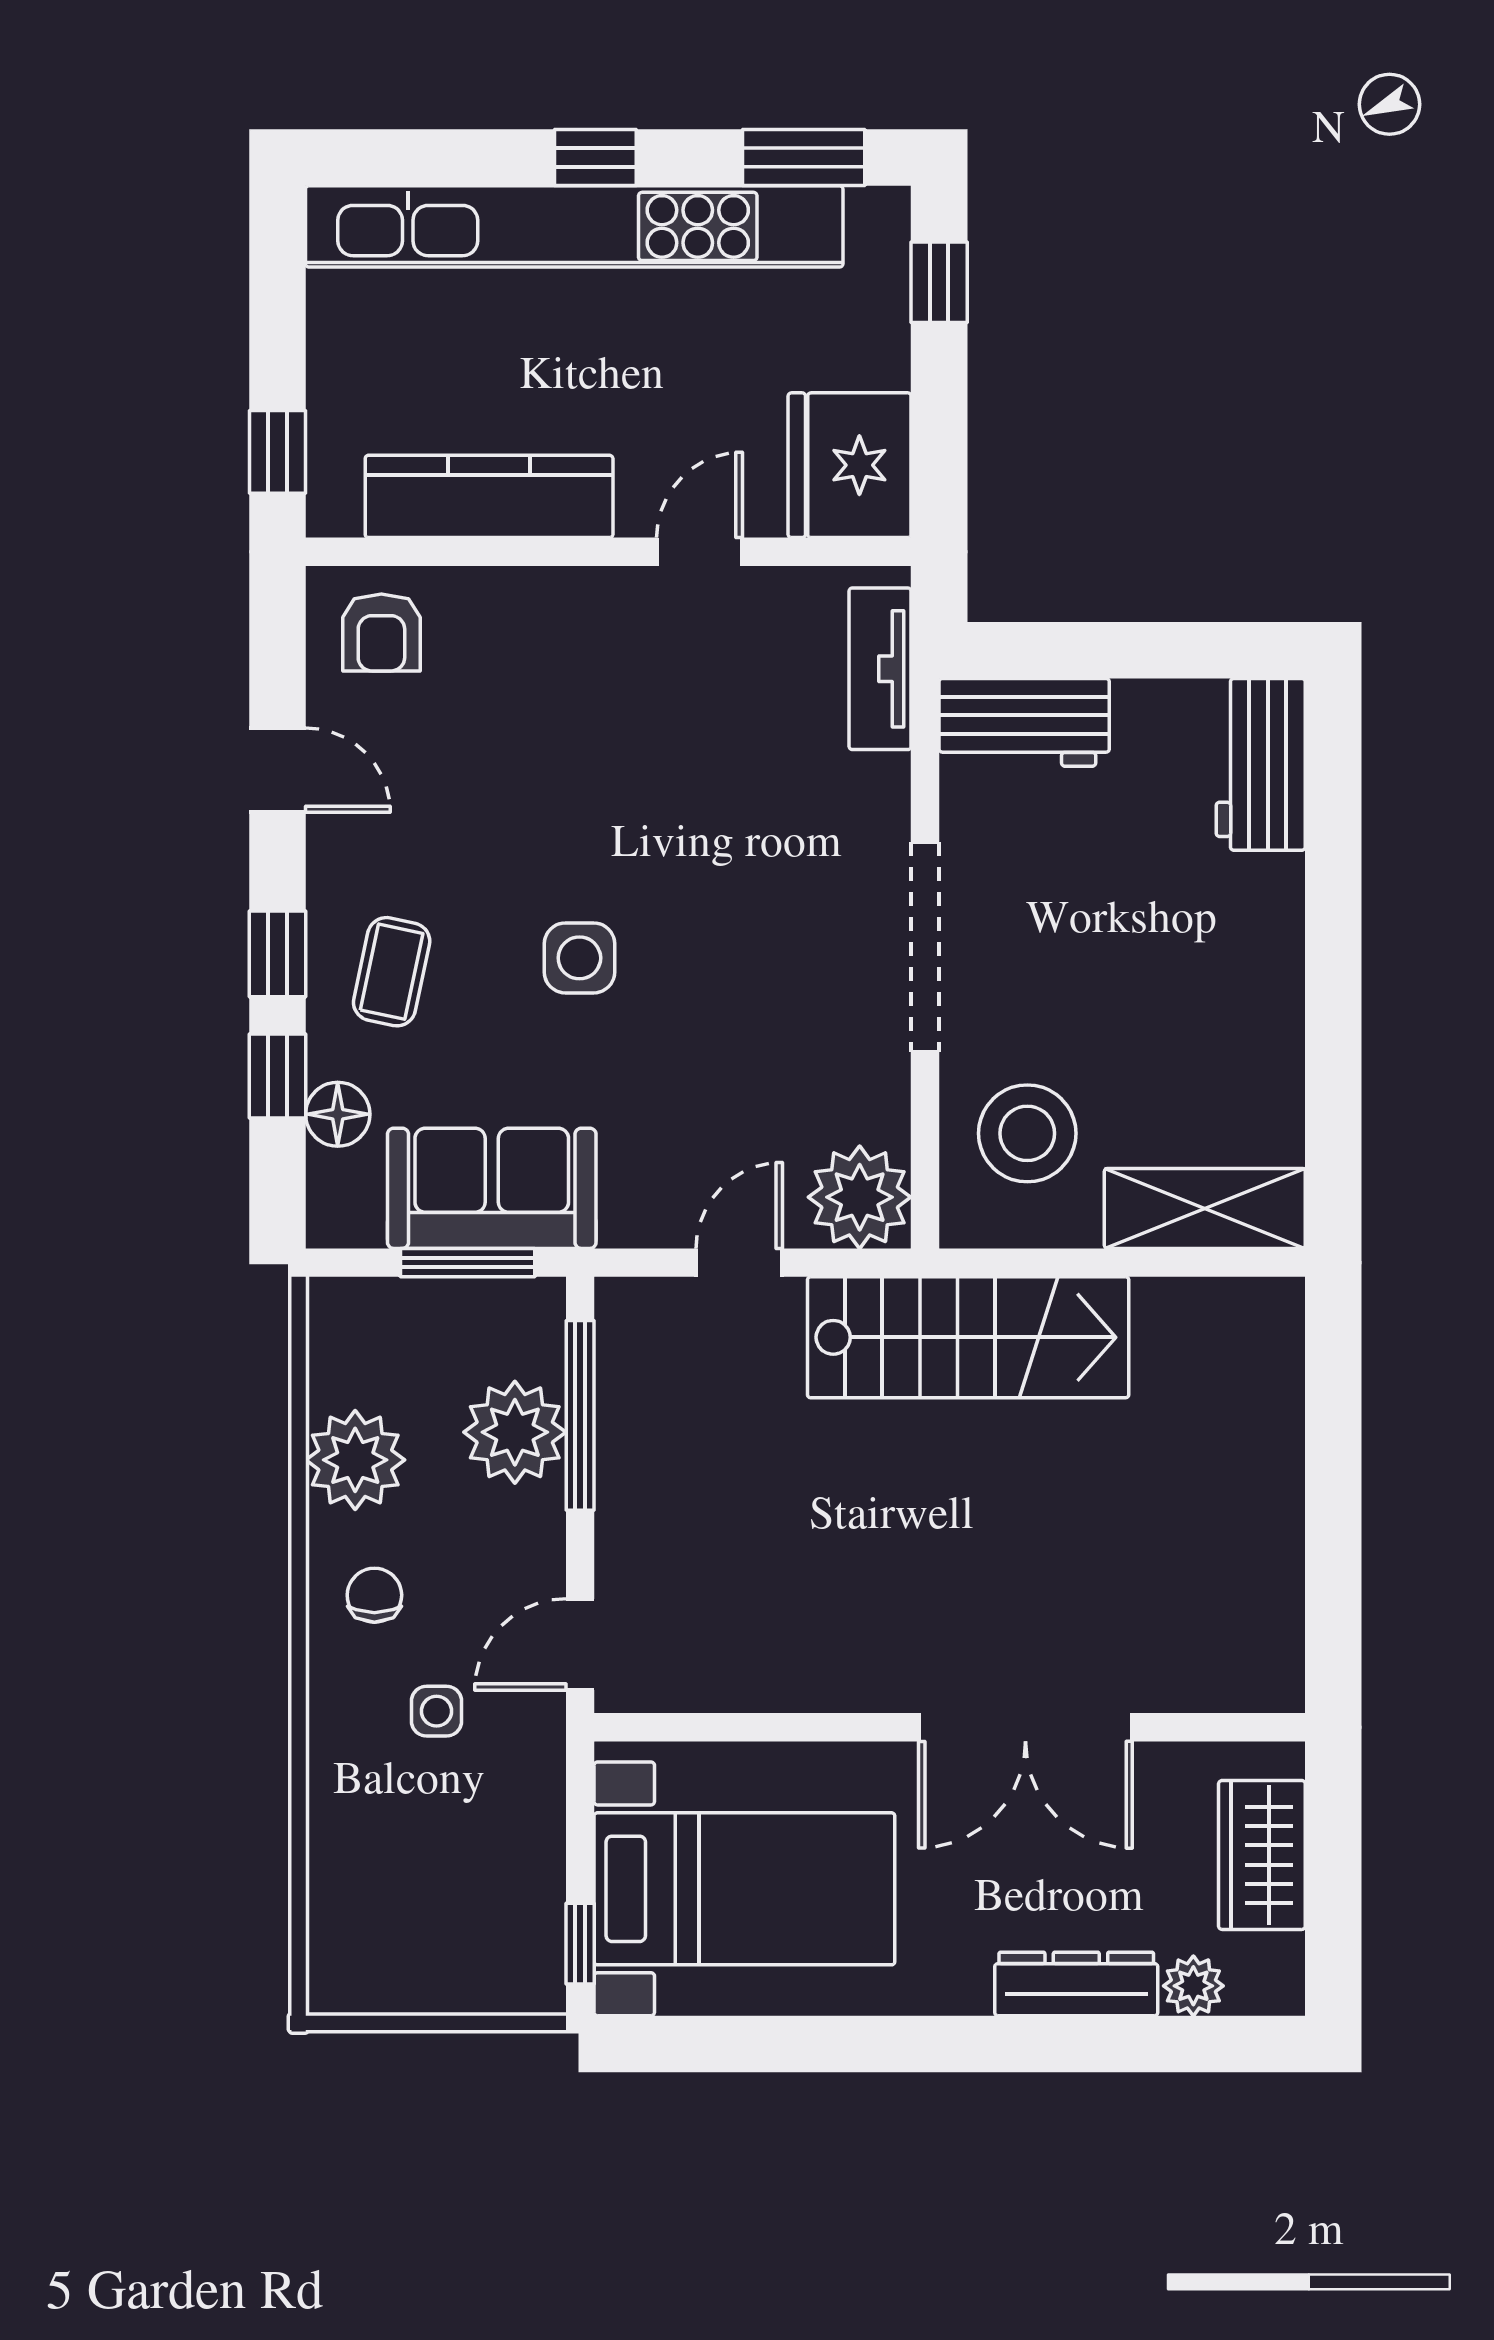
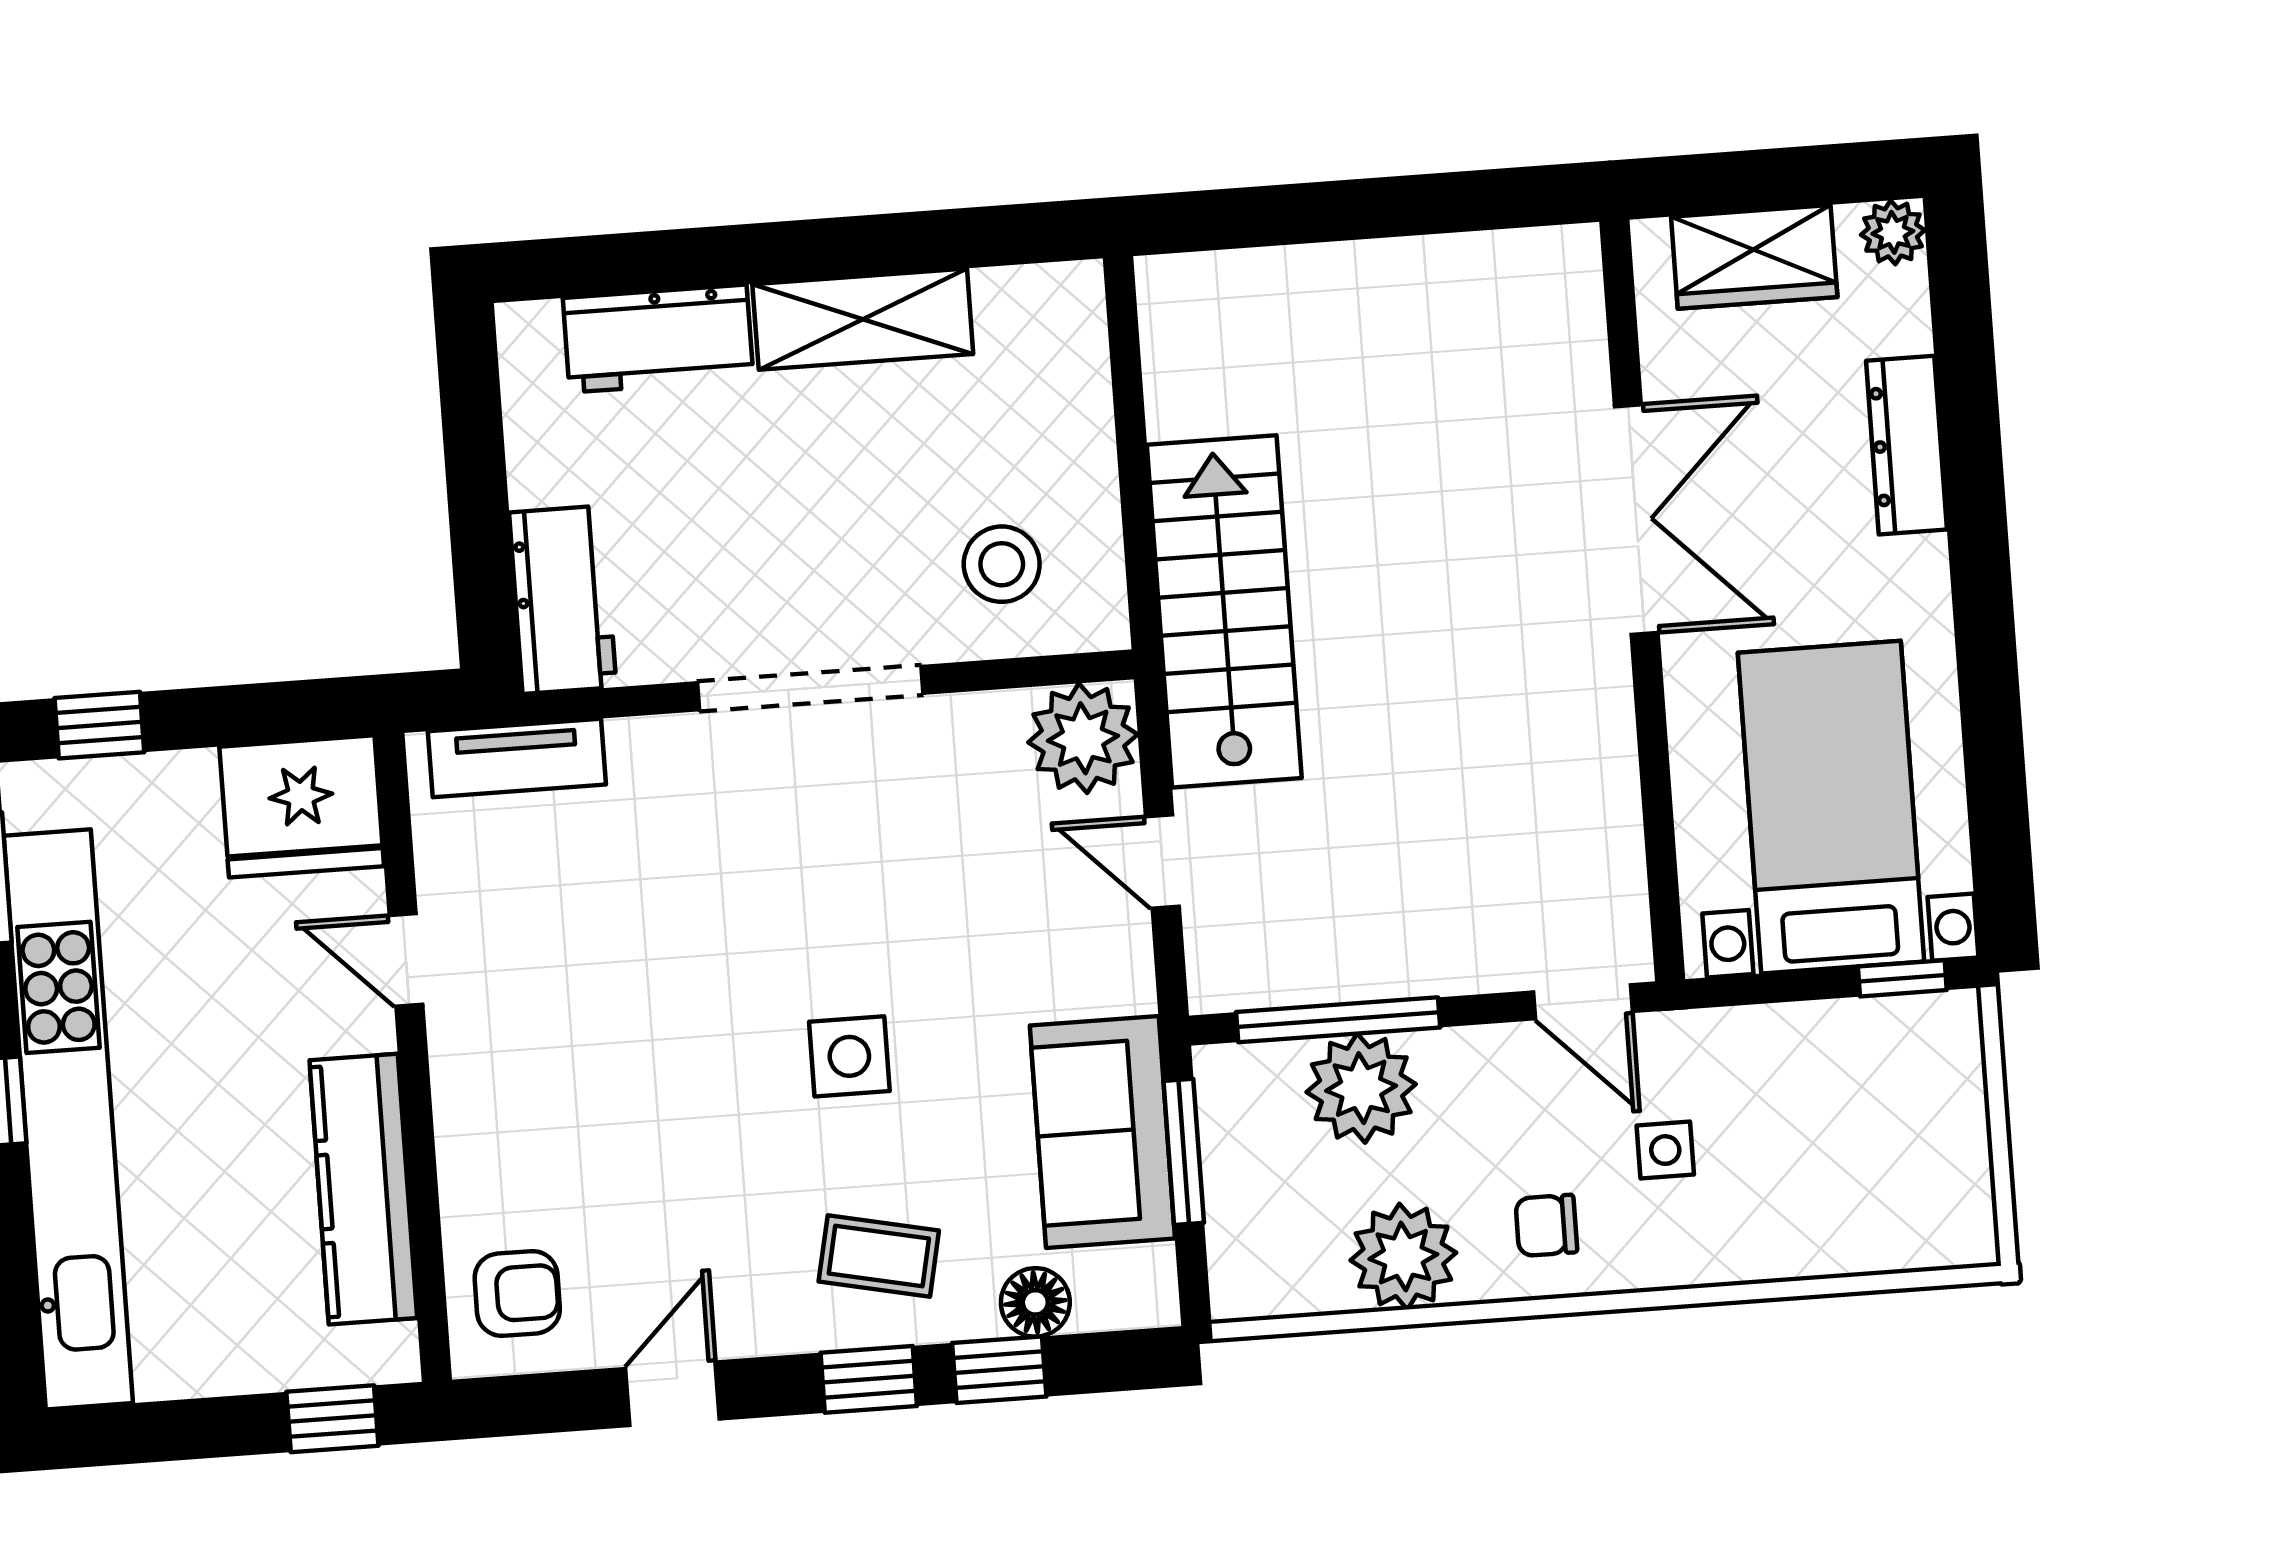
workbench: (1261, 764) -> (658, 339), moved
stool: (1027, 1133) -> (1002, 564), width x0.73, depth x0.73
shelving: (1205, 1208) -> (863, 319), moved, turned 90
plant: (1193, 1986) -> (1893, 232), moved

